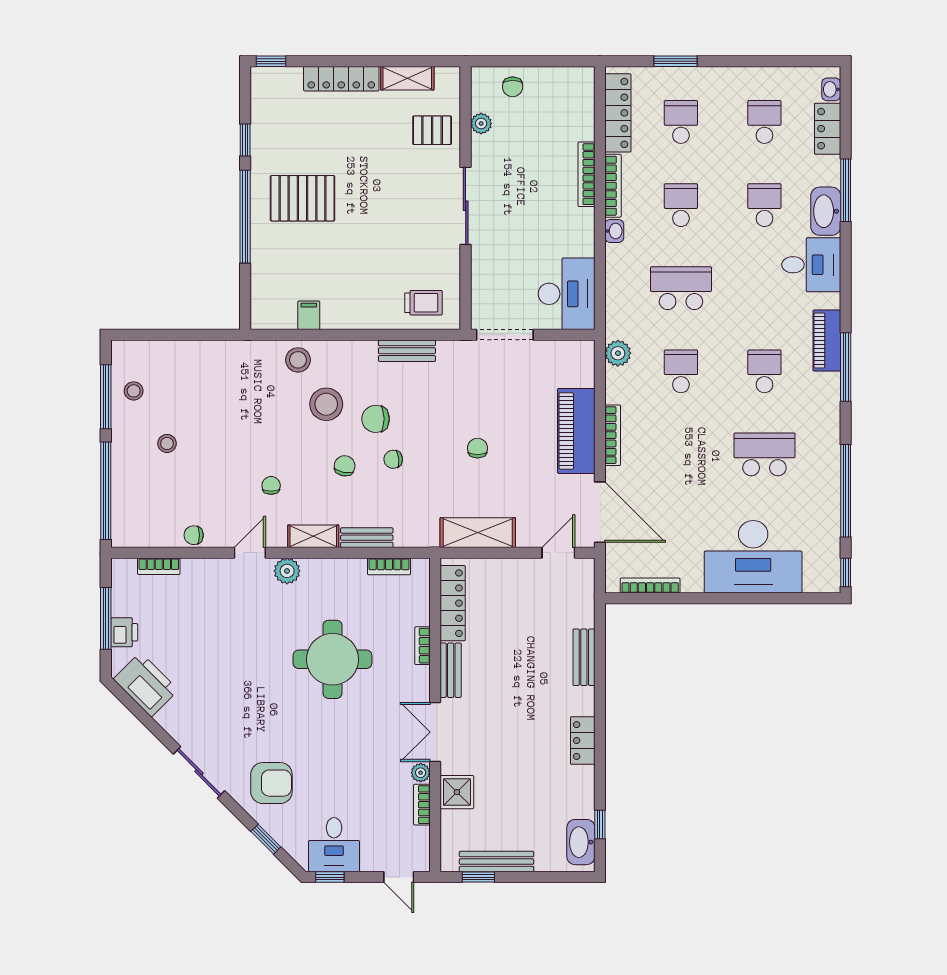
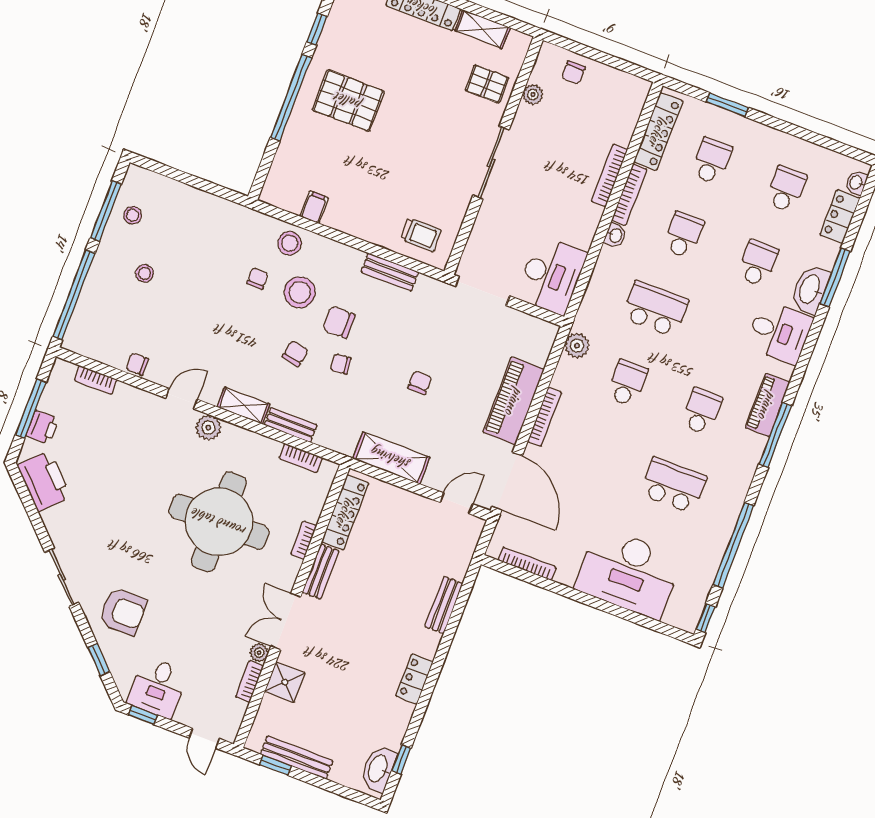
chair: (271, 485) -> (258, 278), moved
round table: (332, 659) -> (219, 522), width x1.36, depth x1.36

